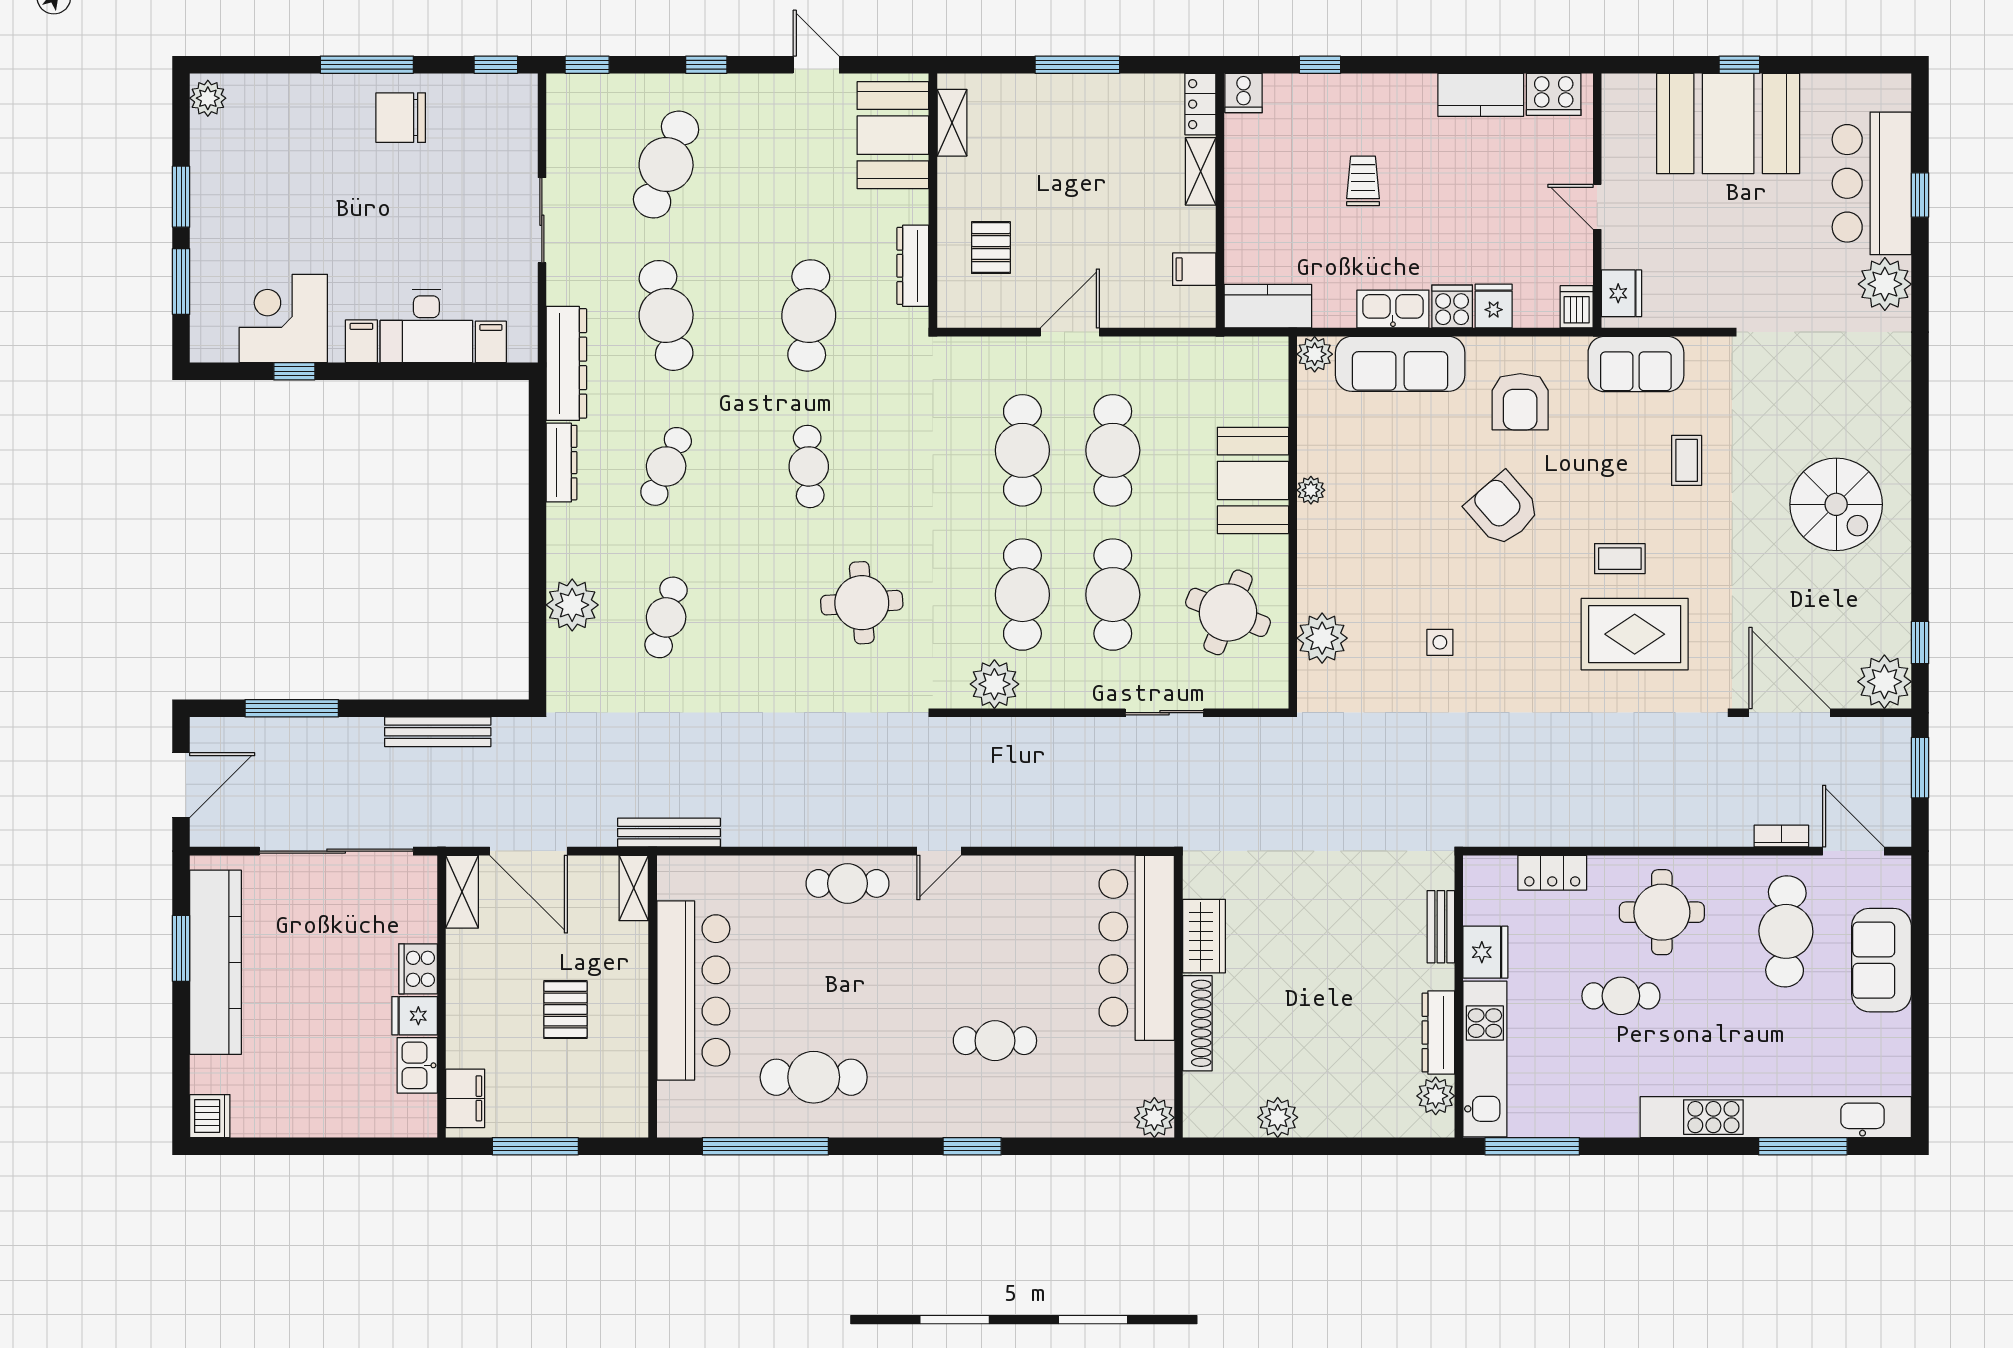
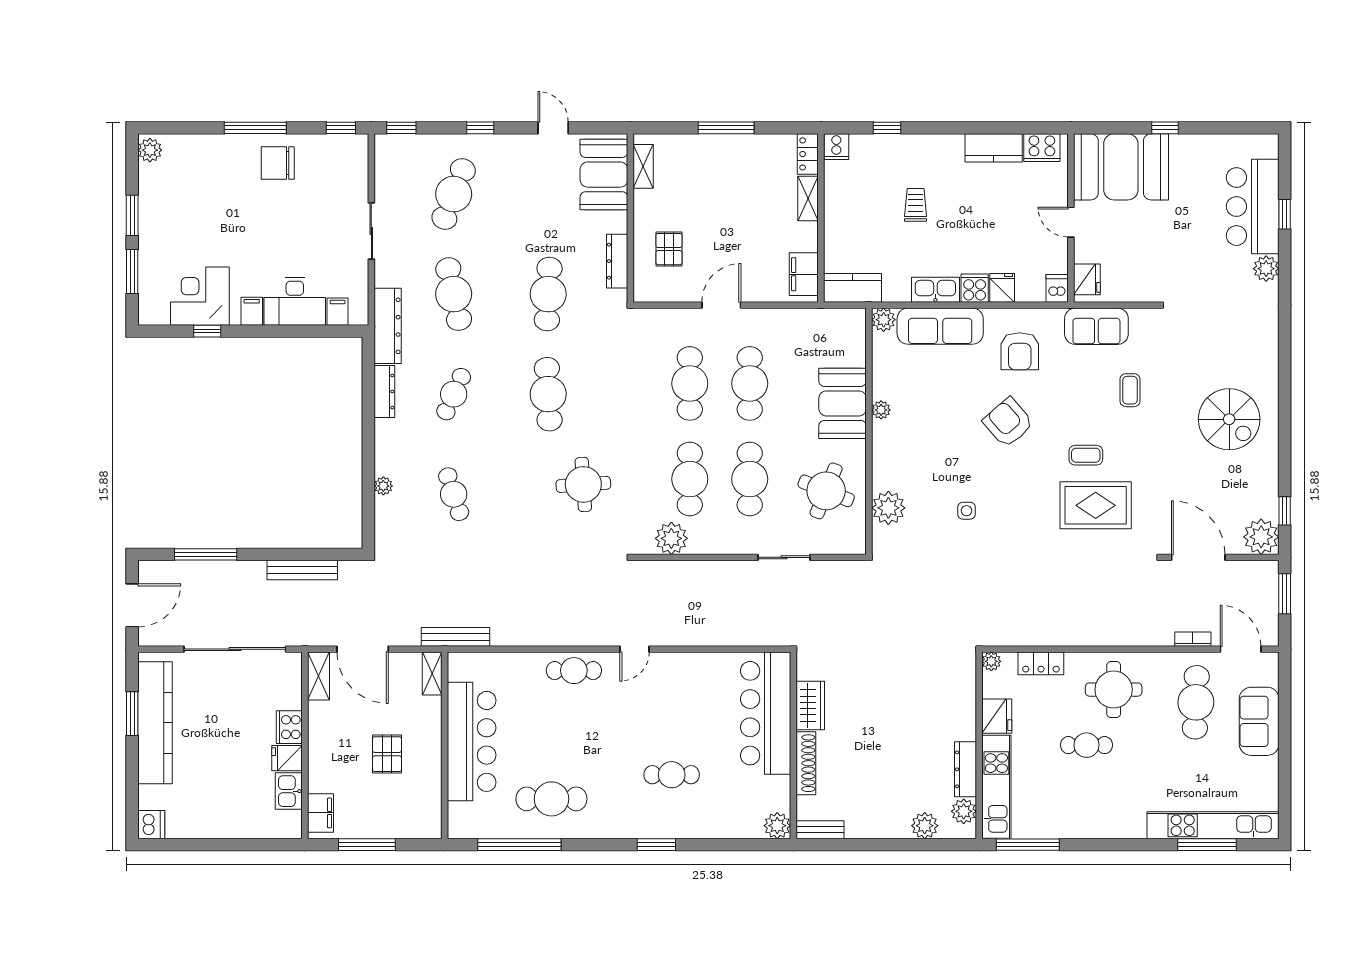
booth: (1728, 123) -> (1121, 167), moved
filing cabinet: (1194, 269) -> (804, 274), width x2.00
plant: (1885, 284) -> (1266, 269), width x0.73, depth x0.73
cafe table: (809, 466) -> (548, 394), width x1.37, depth x1.35
plant: (572, 605) -> (383, 486), width x0.53, depth x0.53
cafe table: (666, 617) -> (454, 494), turned -33
plant: (1477, 870) -> (991, 661), added
bench: (1441, 927) -> (820, 830), moved, turned 90
plant: (1278, 1117) -> (925, 826), moved
kitchen unit: (1776, 1117) -> (1213, 825), width x0.73

